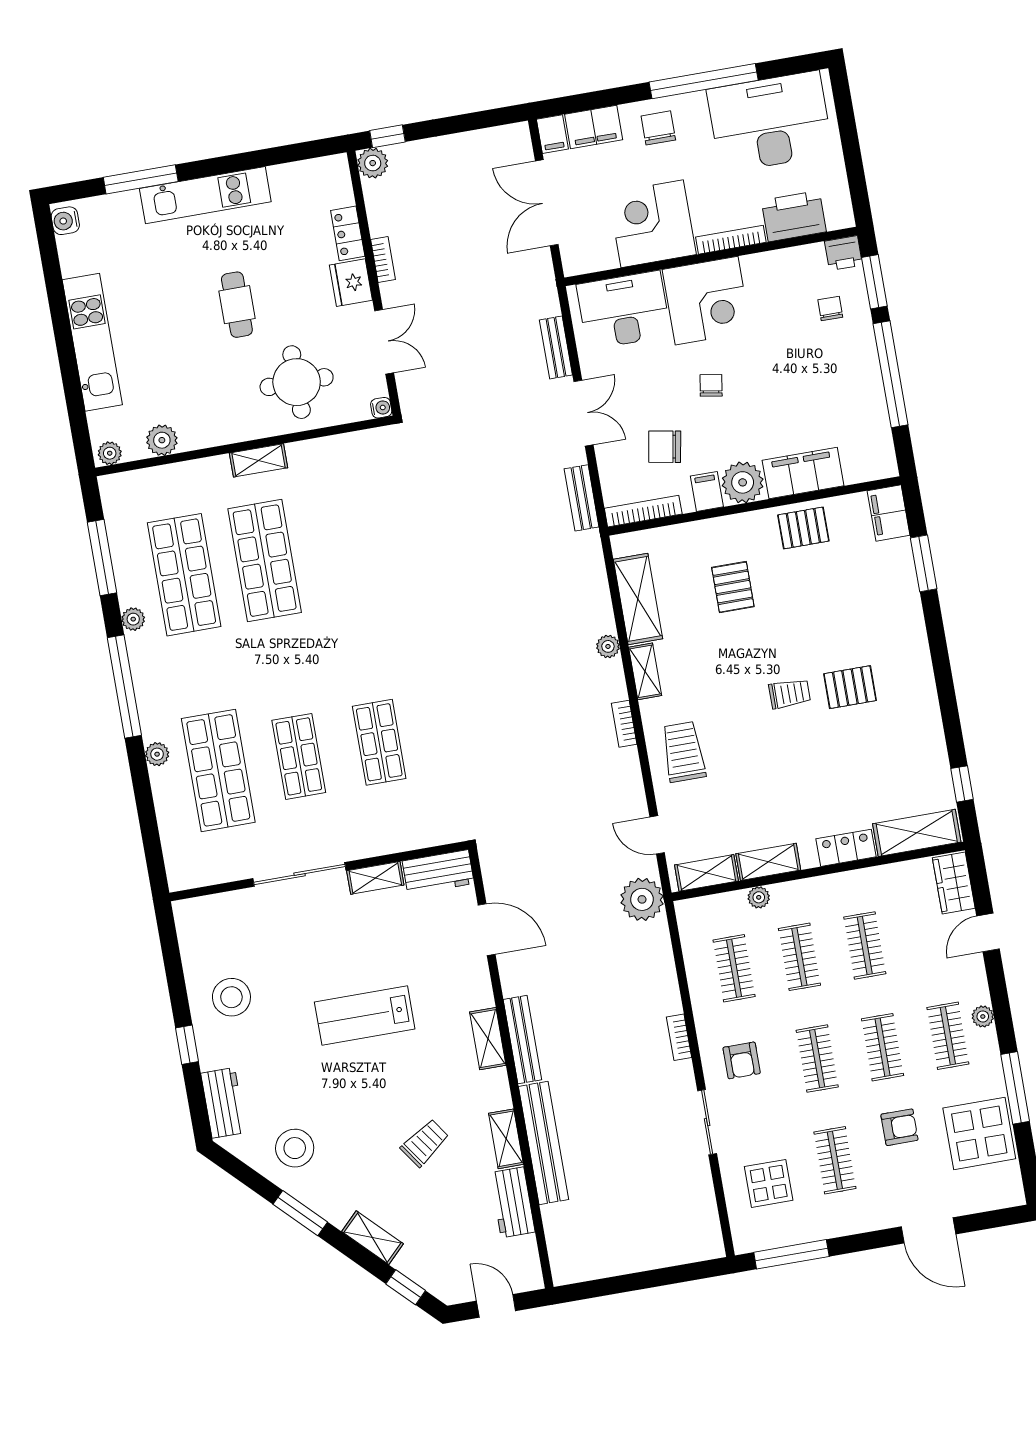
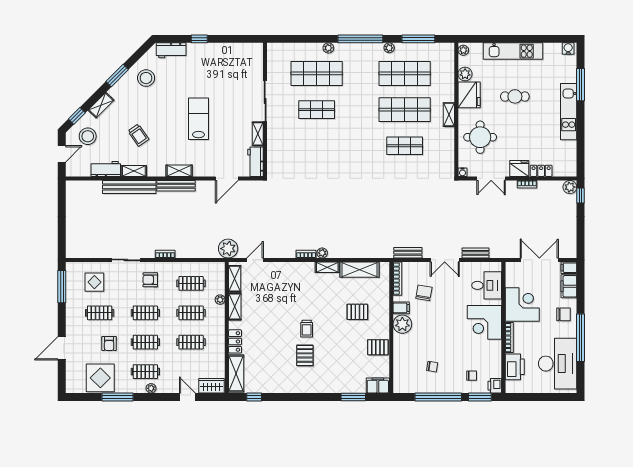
cafe table: (237, 305) -> (515, 96), moved
desk: (624, 310) -> (487, 285), width x0.73
chair: (711, 385) -> (432, 367), moved
fridge: (207, 423) -> (469, 95), added
filing cabinet: (803, 473) -> (402, 351), removed
pallet: (803, 528) -> (378, 347), turned 90
plant: (608, 646) -> (322, 253), moved
shop shelf: (379, 742) -> (405, 146), moved
trolley: (684, 752) -> (289, 278), removed
stool: (231, 997) -> (88, 136), moved

